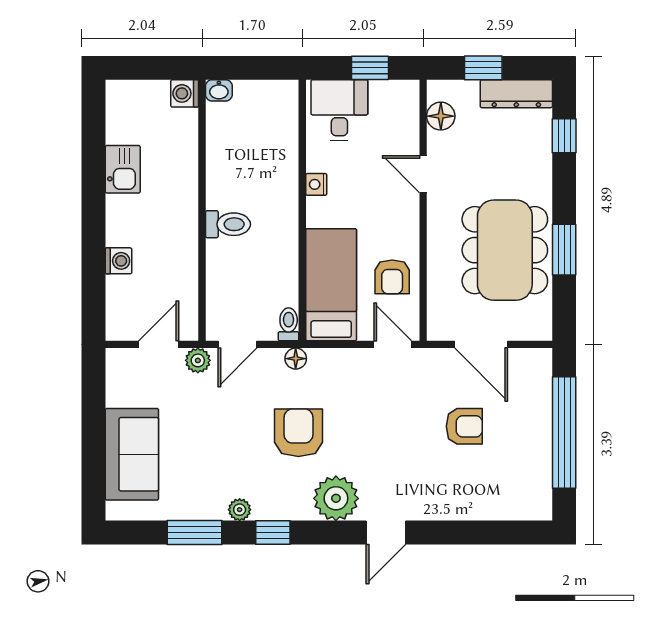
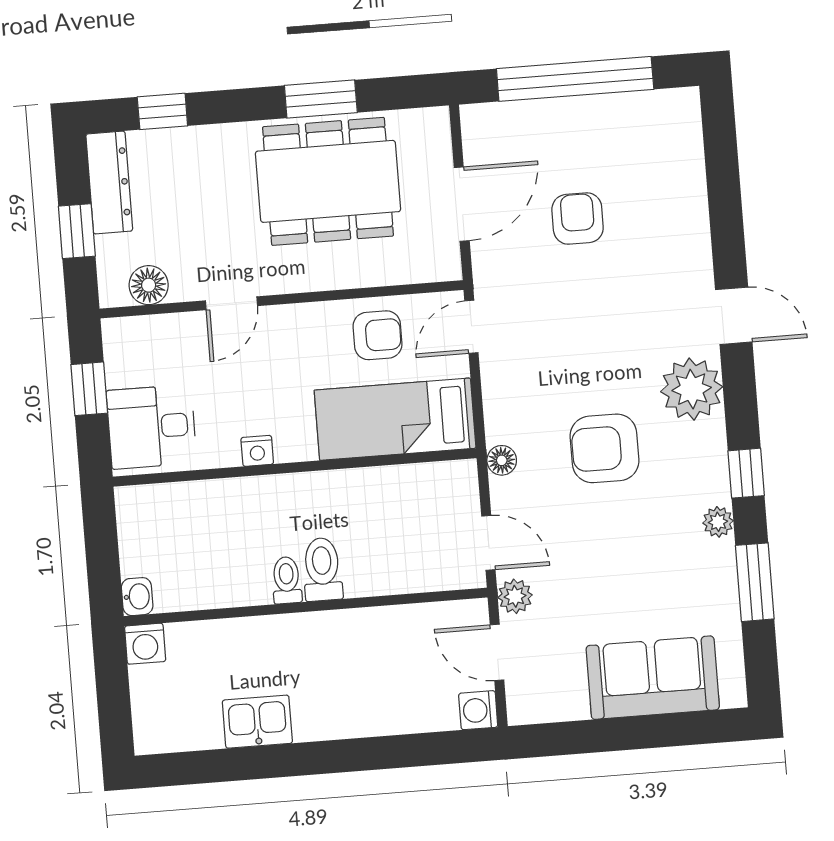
washing machine: (118, 261) -> (478, 710), moved, turned -90
toilet: (289, 324) -> (287, 580), moved, turned 90

